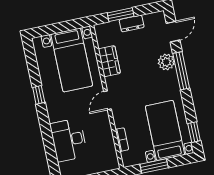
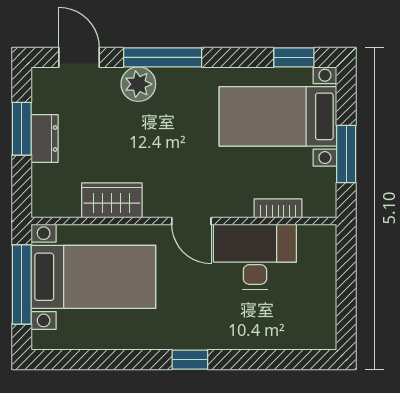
window: (121, 15) -> (22, 129), moved
window: (61, 27) -> (22, 285), added
window: (39, 95) -> (190, 360), moved
desk: (69, 140) -> (255, 257), moved, turned 180

